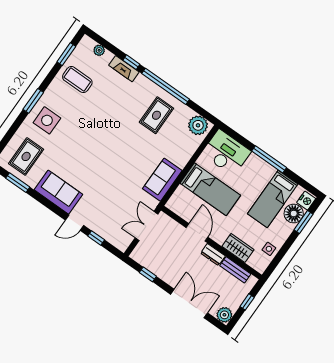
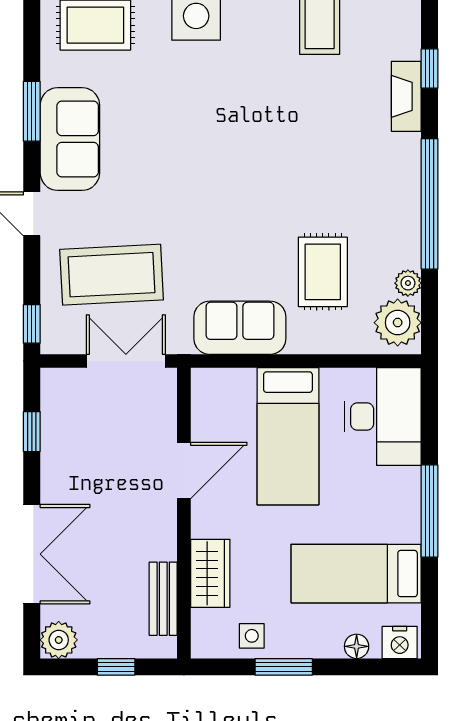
plant: (99, 50) -> (408, 283), moved
window: (131, 62) -> (430, 68), moved
rug: (156, 115) -> (323, 272), moved, turned 90
window: (18, 183) -> (32, 111), moved
coffee table: (114, 210) -> (112, 275), added
floor lamp: (294, 214) -> (357, 646), width x0.53, depth x0.53
window: (304, 222) -> (284, 667), moved
window: (96, 238) -> (32, 324), moved
dresser: (213, 255) -> (162, 533), removed

